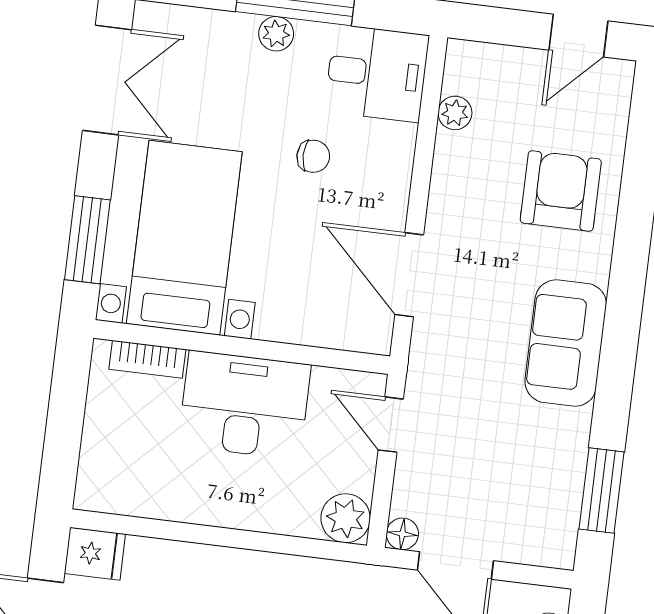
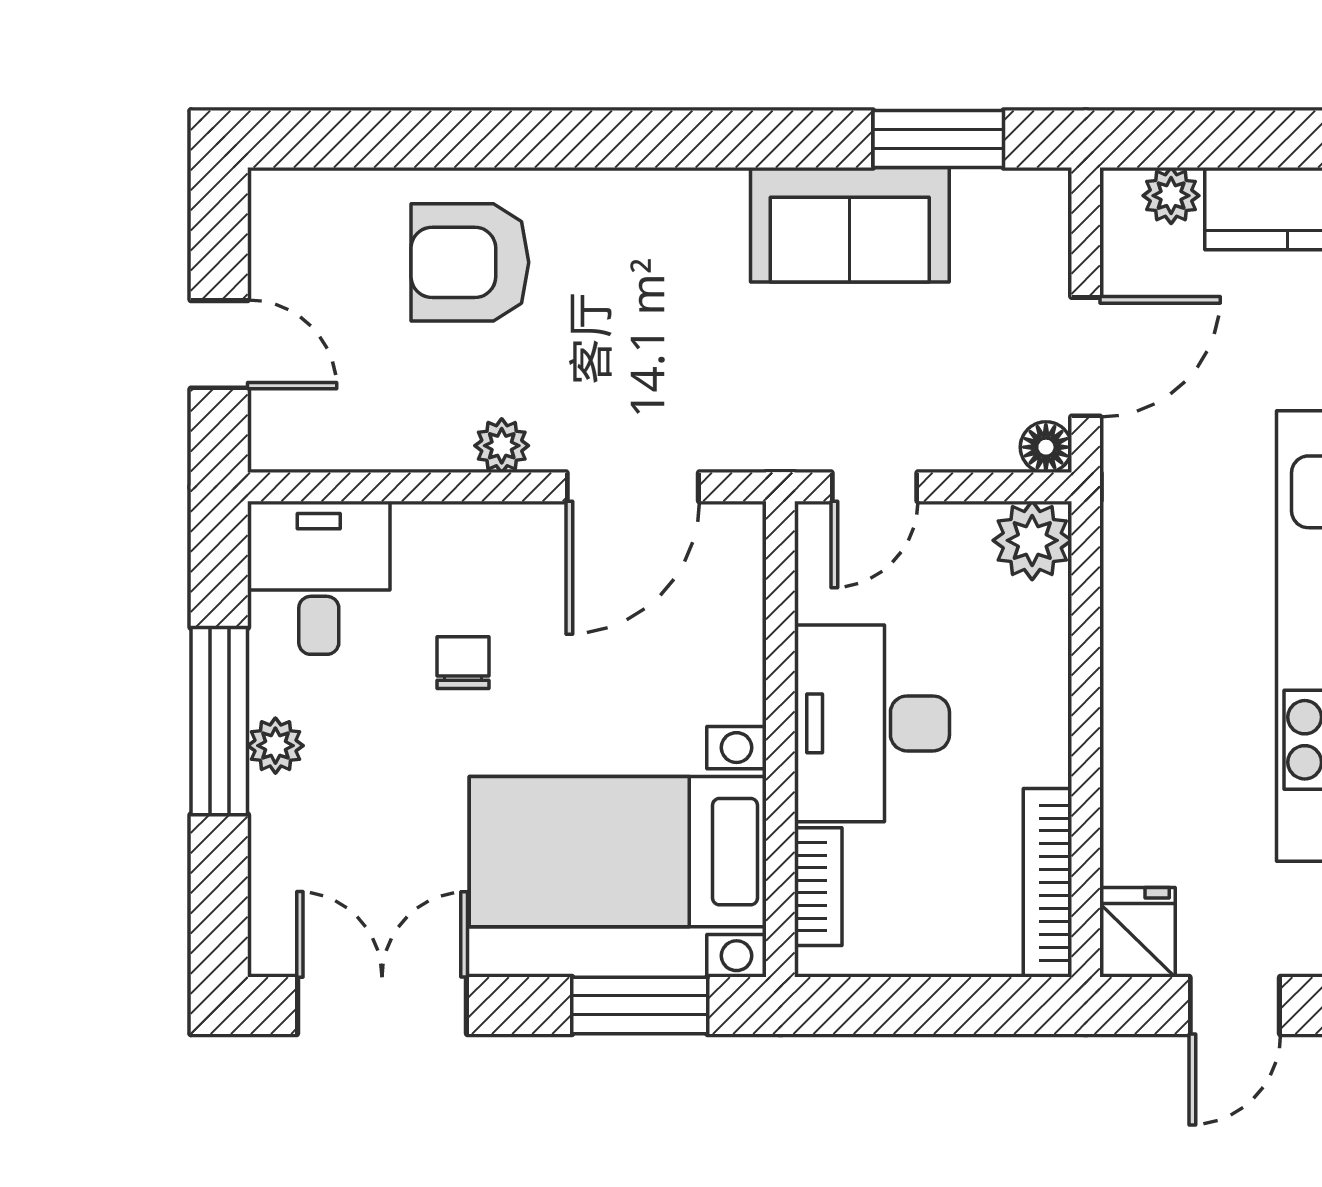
door: (578, 36) -> (219, 344), moved
plant: (455, 113) -> (502, 446), moved
sofa: (566, 343) -> (850, 225), moved
bookcase: (132, 502) -> (1047, 883), added

